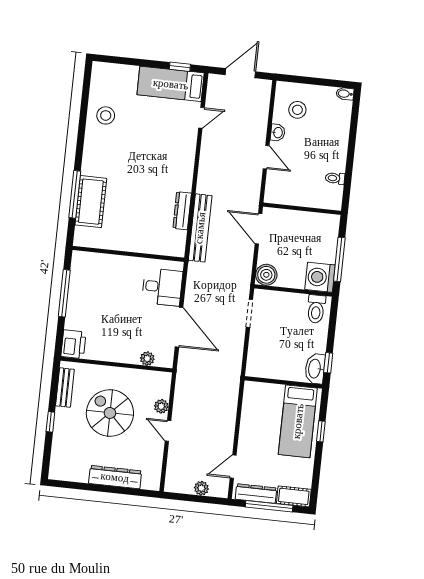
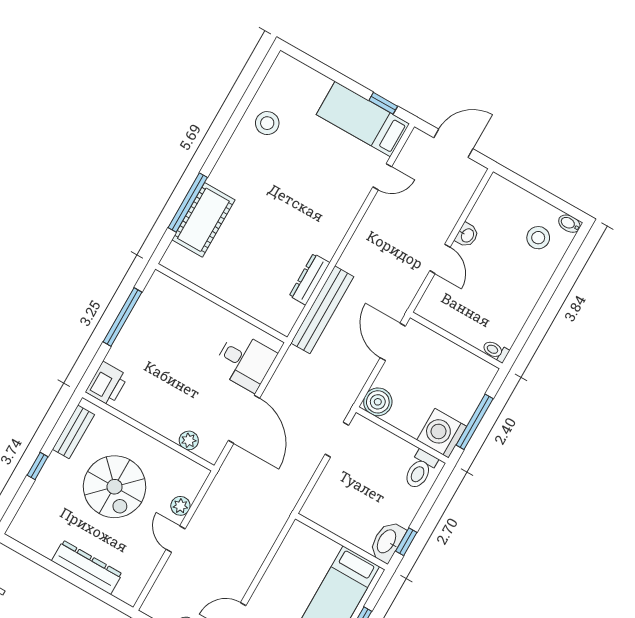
stool: (297, 110) -> (538, 238), moved
toilet: (335, 178) -> (496, 351), moved
spiral stairs: (110, 413) -> (115, 487), turned 180

